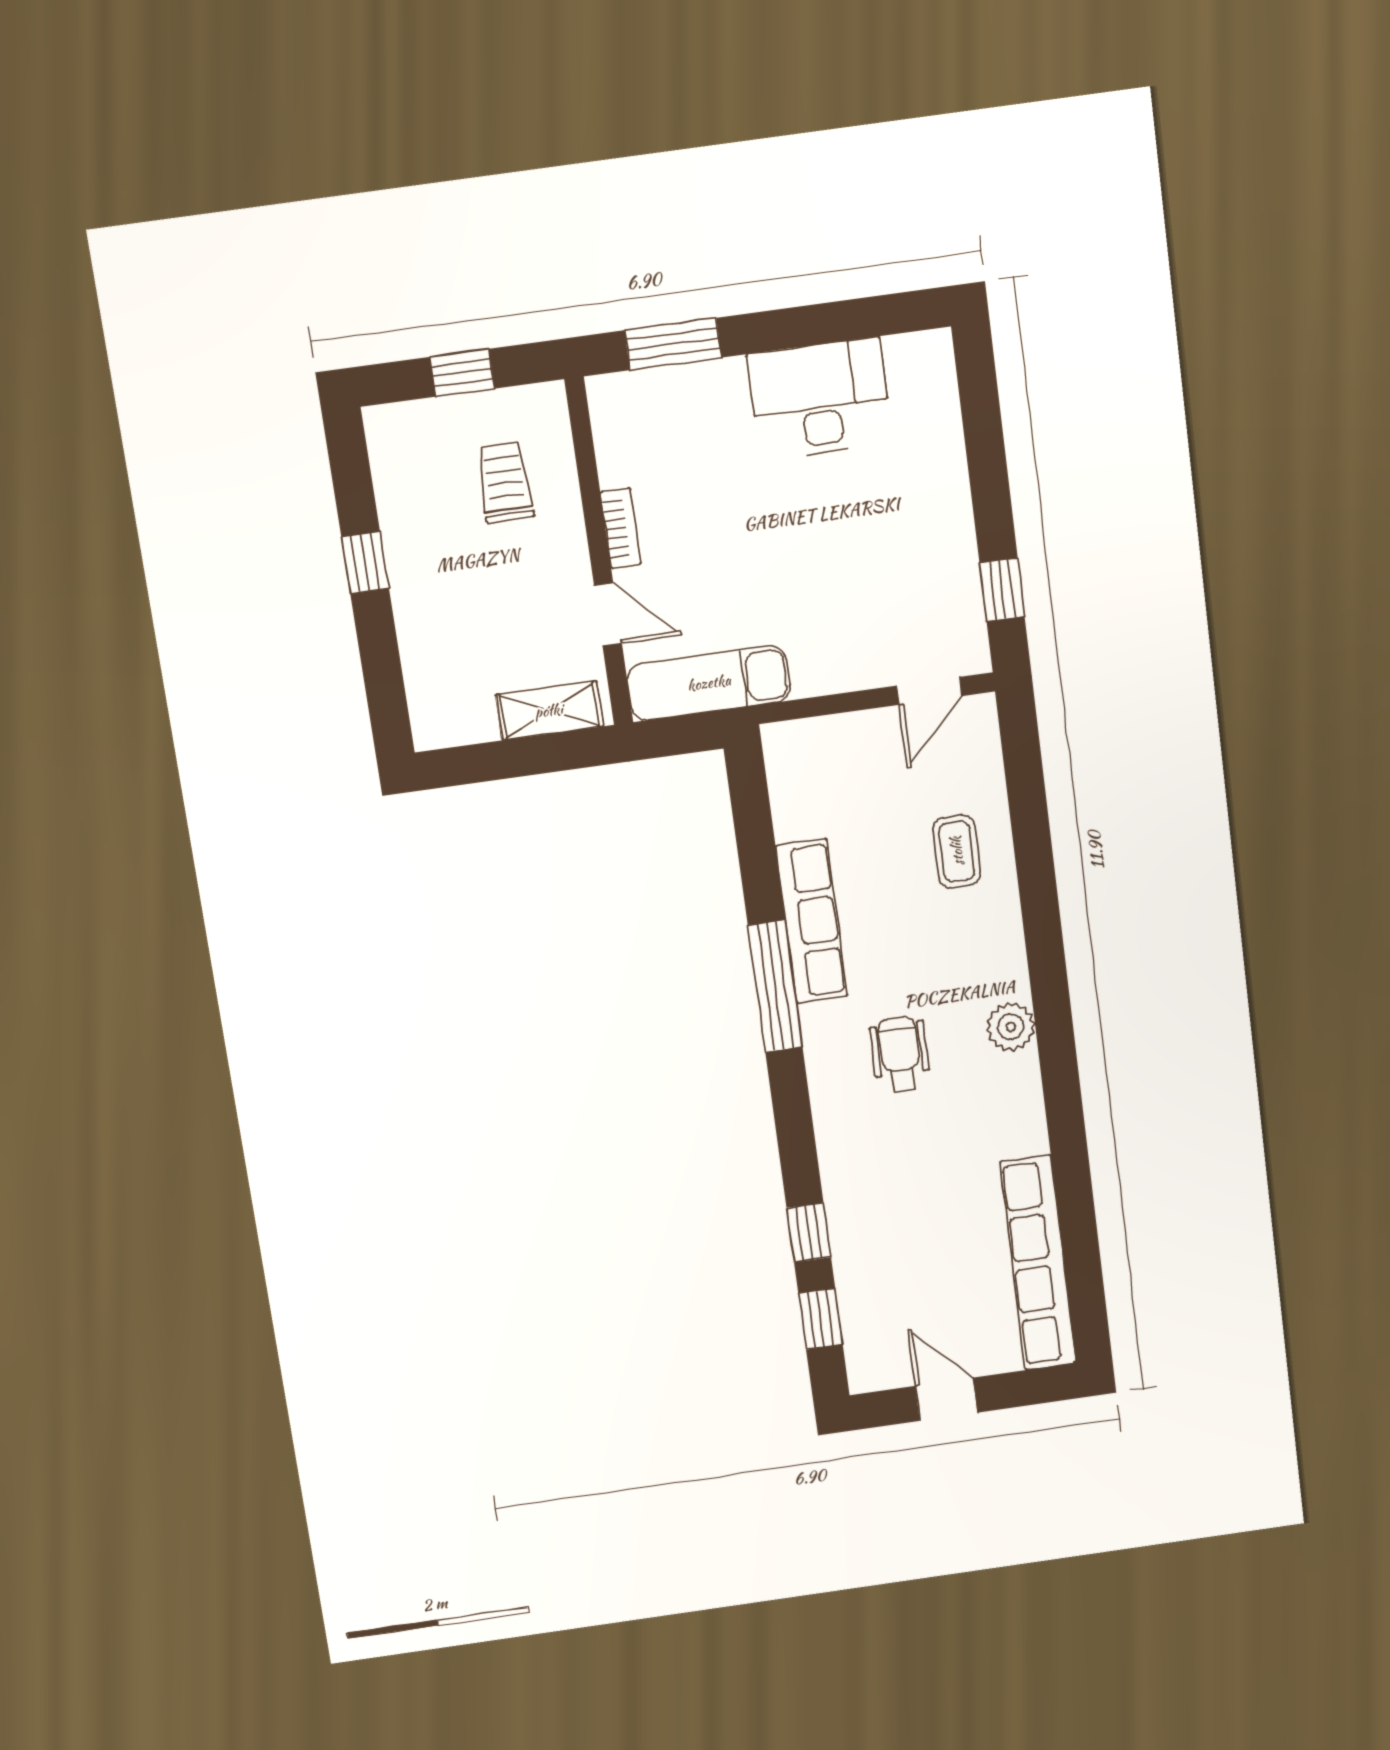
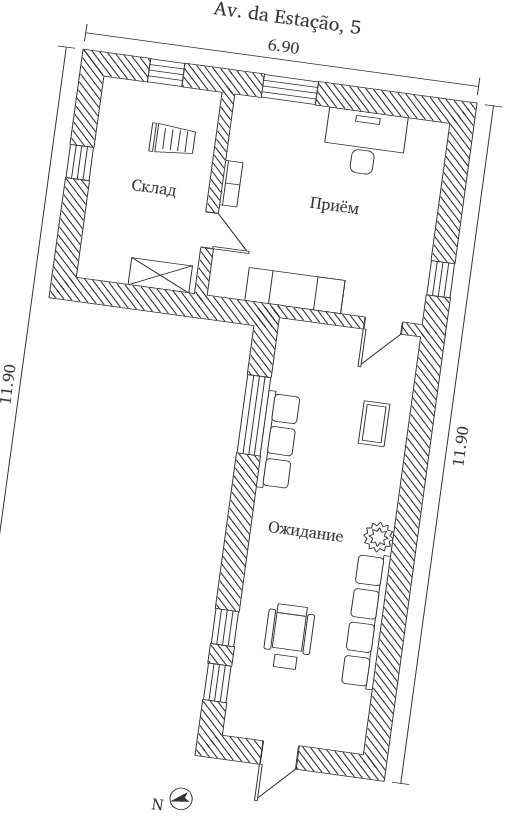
trolley: (505, 482) -> (172, 140), turned 90
exam couch: (709, 683) -> (295, 291), moved
window: (775, 986) -> (254, 415), moved
wheelchair: (900, 1055) -> (289, 637), moved, width x1.36, depth x1.37
row of seats: (1038, 1263) -> (366, 621), moved
door: (946, 1399) -> (279, 755), swing flipped

